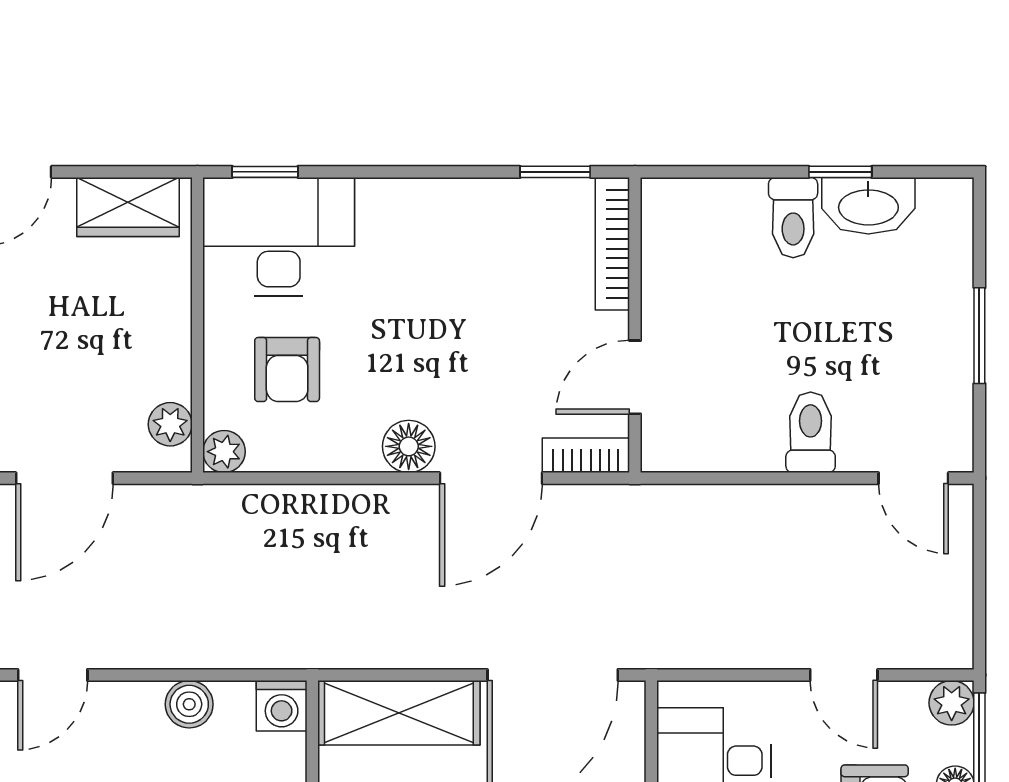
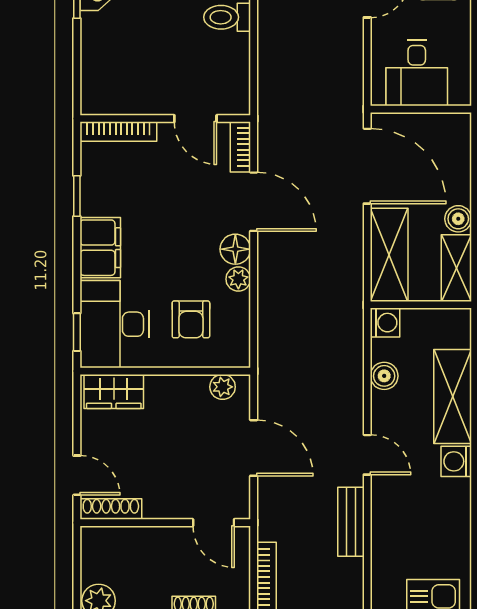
window: (555, 172) -> (77, 196), moved
wardrobe: (128, 207) -> (114, 391), moved, turned 90
filing cabinet: (411, 212) -> (100, 248), added
toilet: (793, 218) -> (103, 27), removed
armchair: (287, 369) -> (191, 319), turned 90
plant: (224, 452) -> (238, 279), moved

